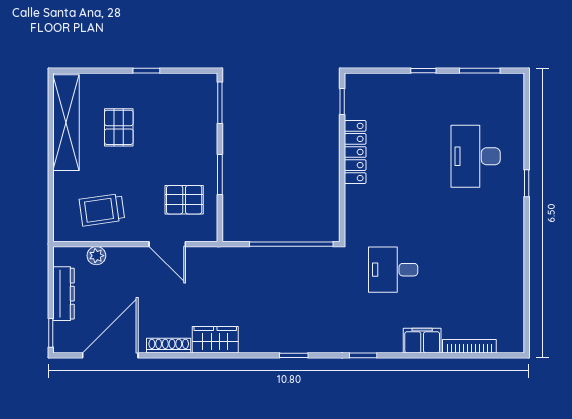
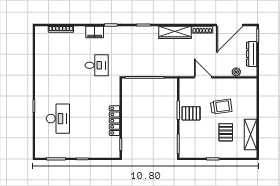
shelving: (66, 123) -> (251, 134), width x0.68
pallet: (184, 200) -> (191, 113), moved
trolley: (102, 210) -> (221, 107), moved
wardrobe: (215, 340) -> (175, 32), width x1.50
filing cabinet: (422, 341) -> (95, 32), moved

